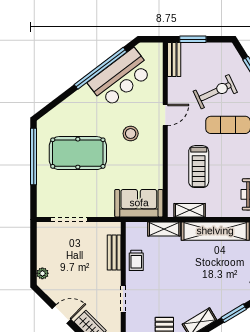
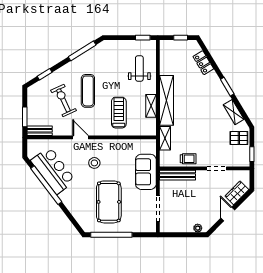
treadmill: (199, 167) -> (119, 113), turned -90
sofa: (139, 203) -> (146, 172), moved
shelving: (190, 210) -> (151, 106), moved
bench: (114, 252) -> (177, 175), width x1.36

